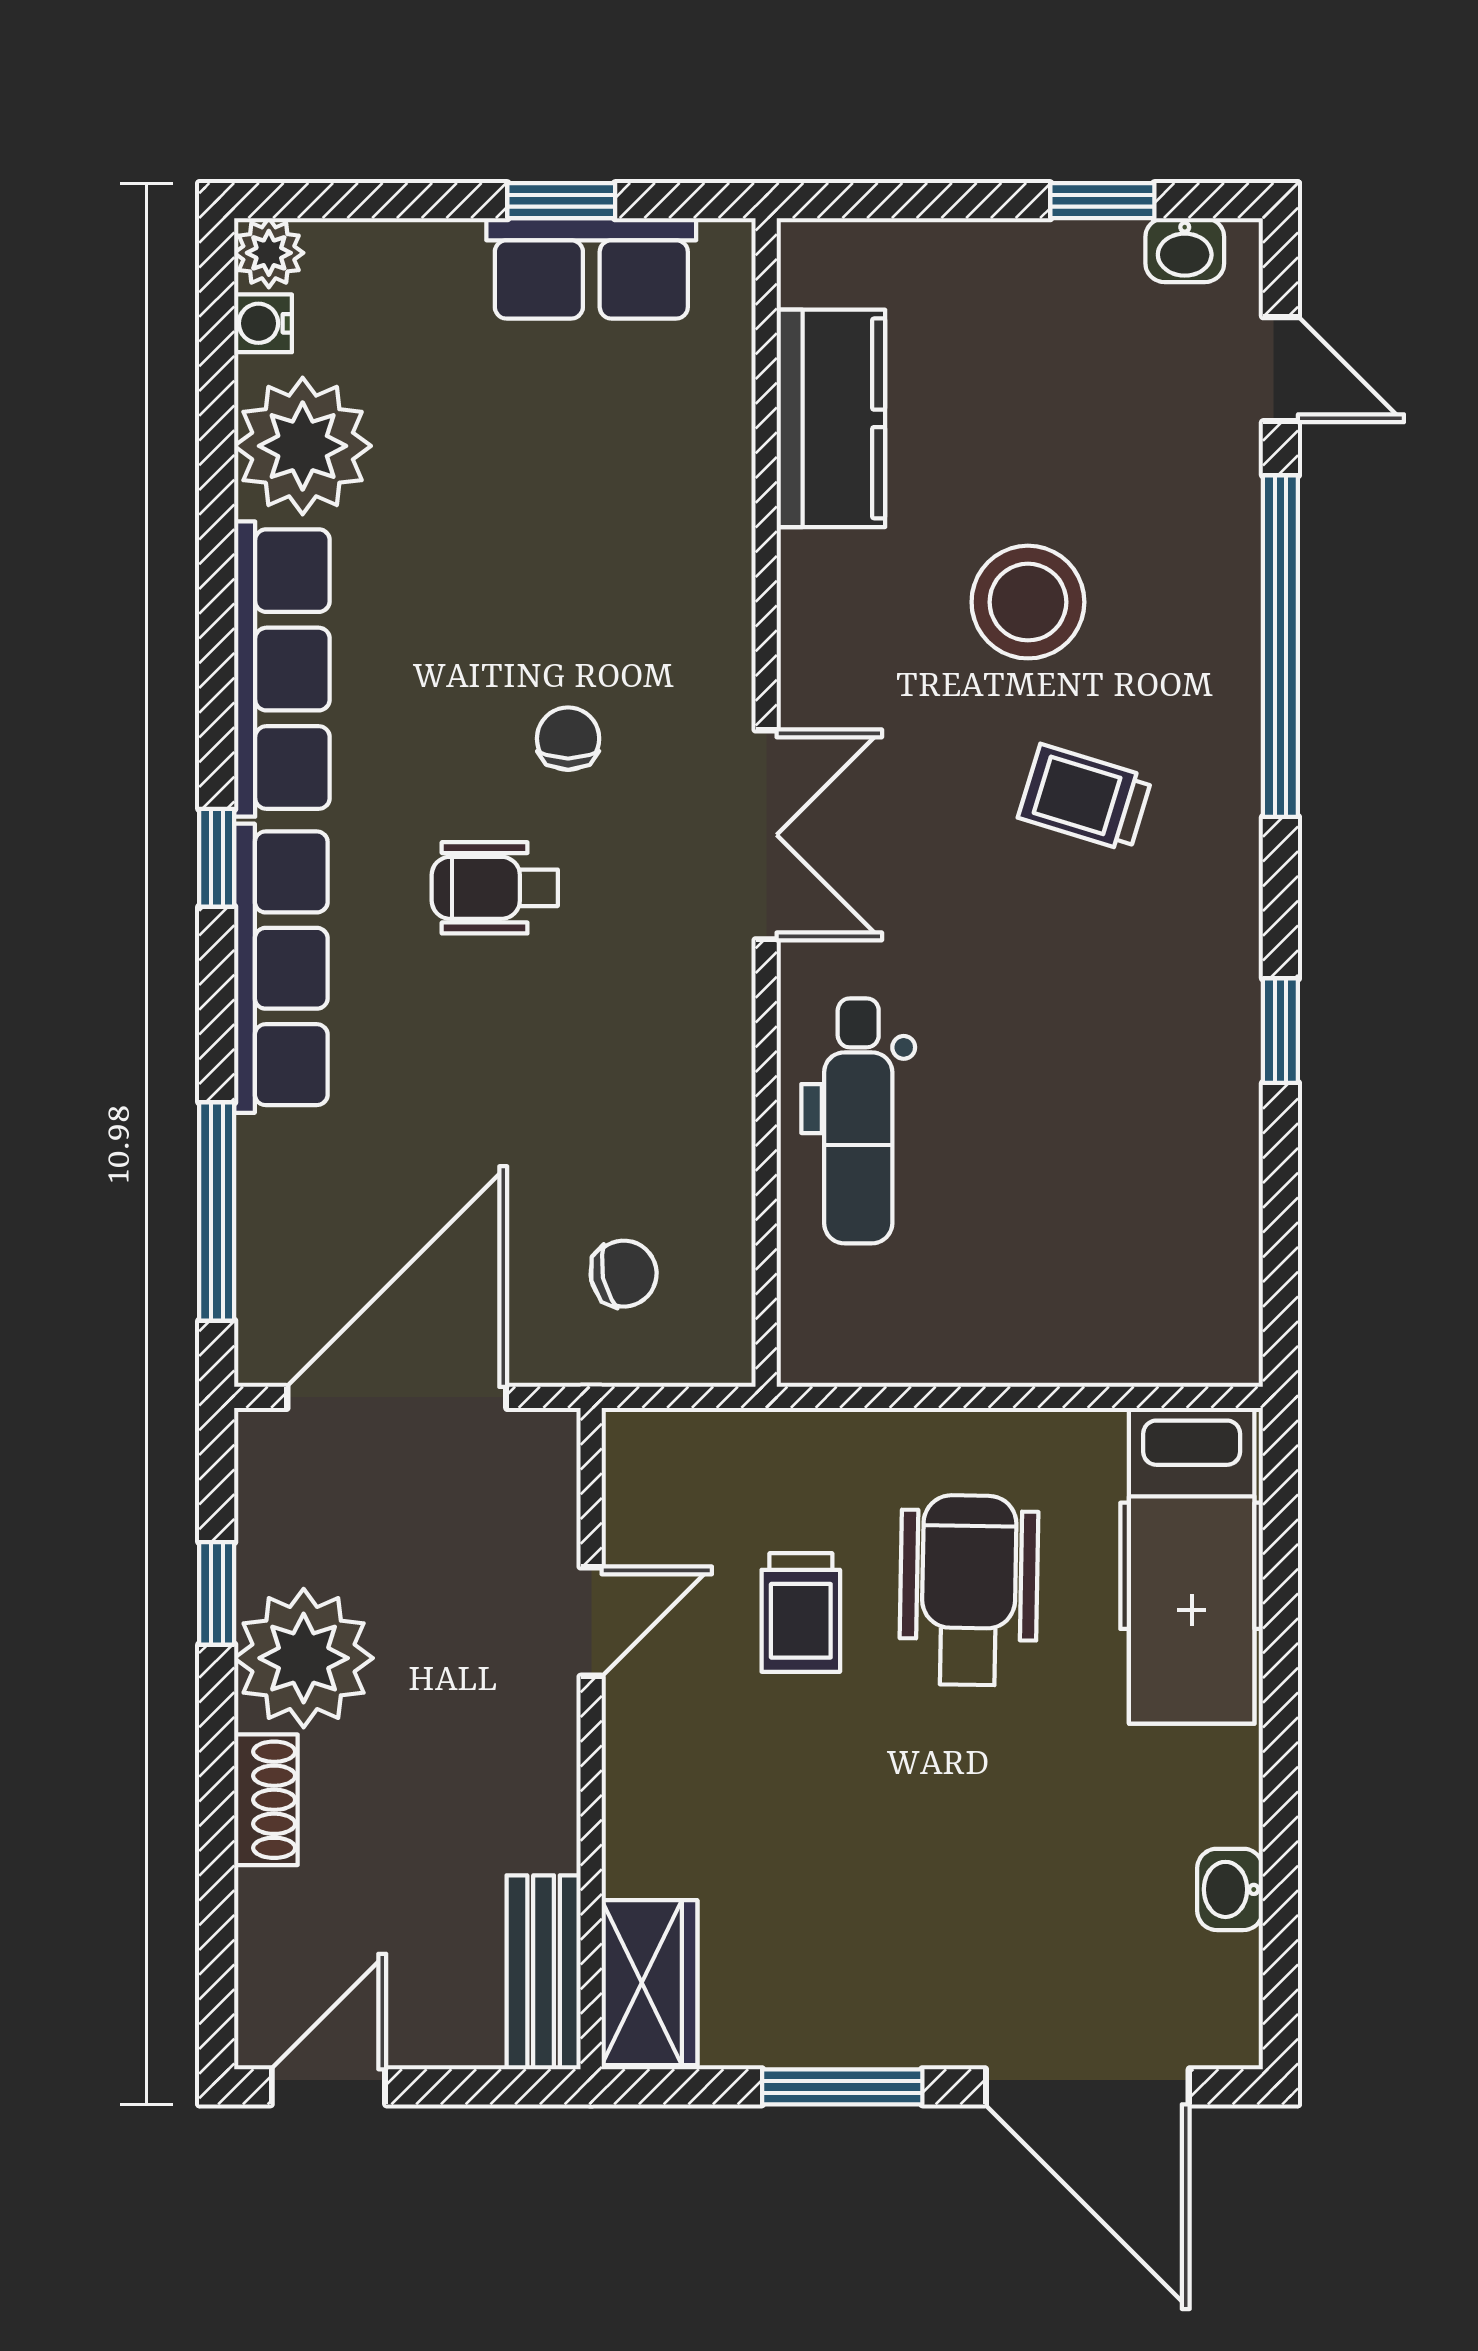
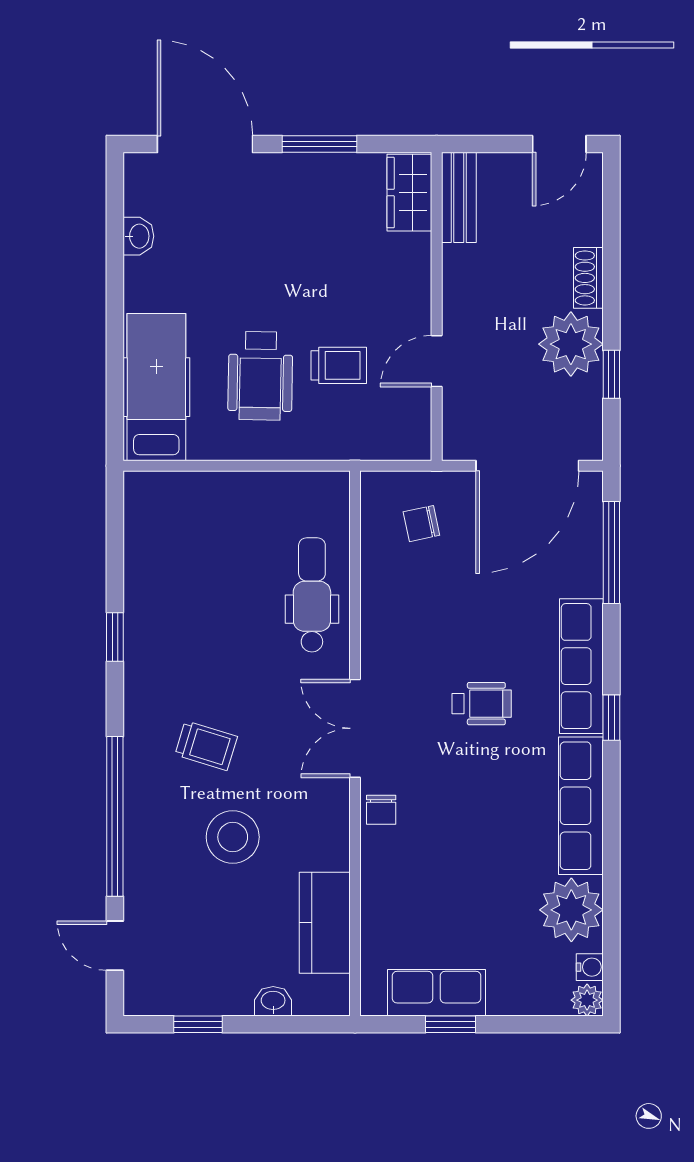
washbasin: (1185, 250) -> (273, 1001), moved
chair: (568, 739) -> (381, 810), moved
trolley: (801, 1612) -> (339, 365), turned 90

